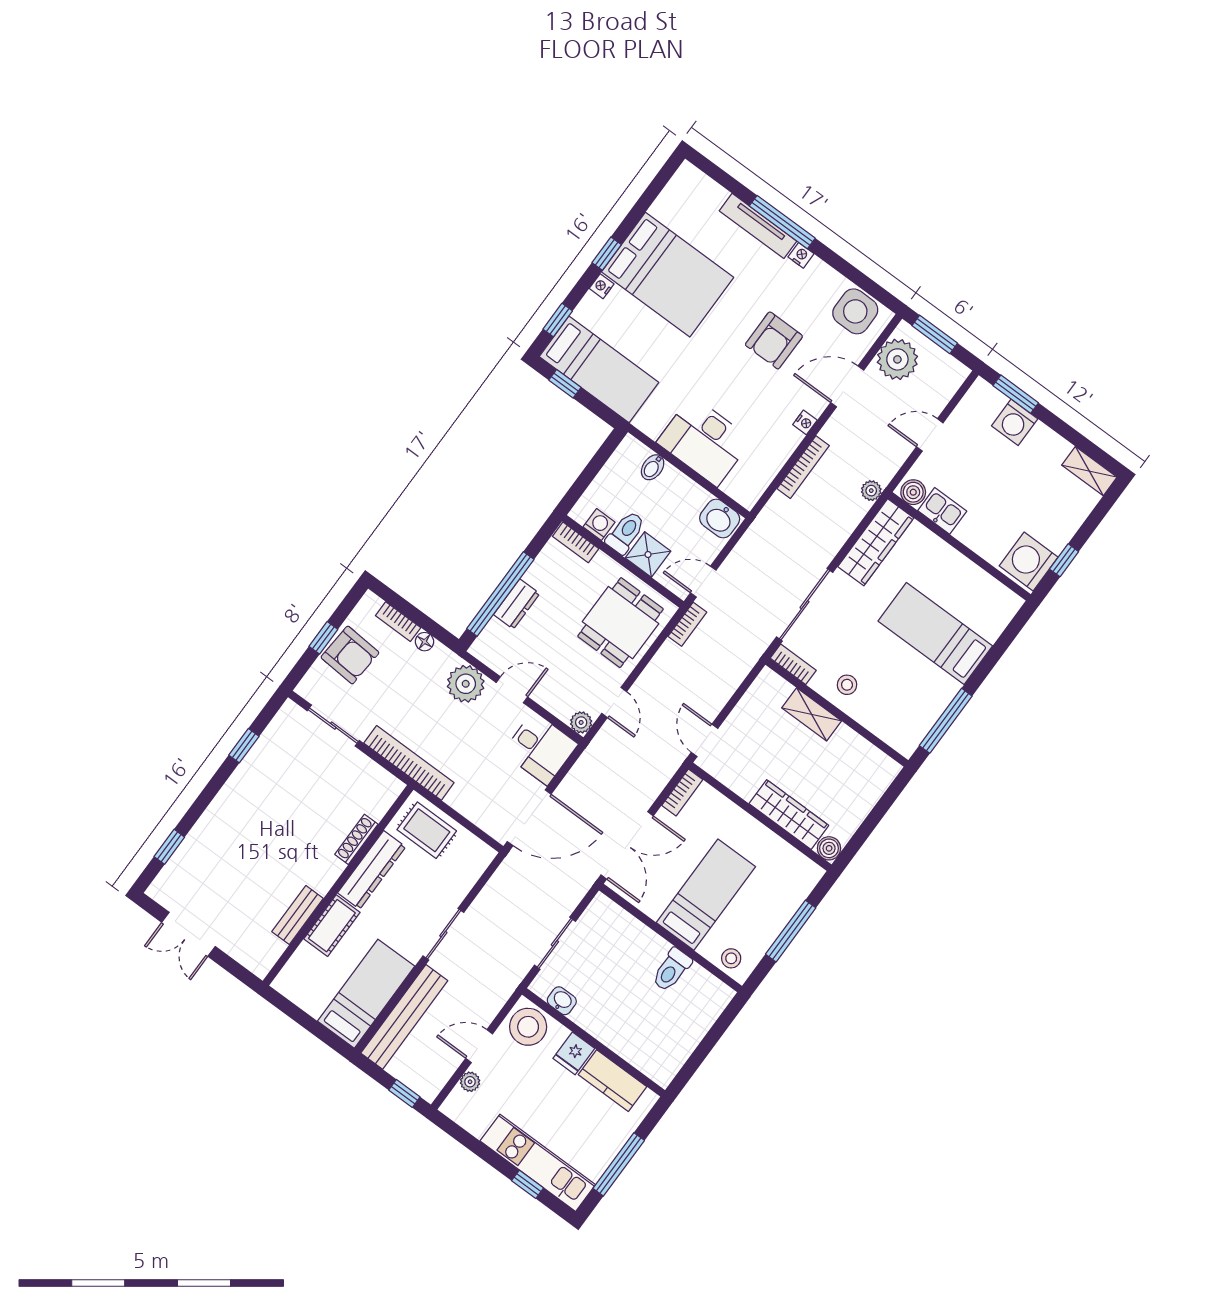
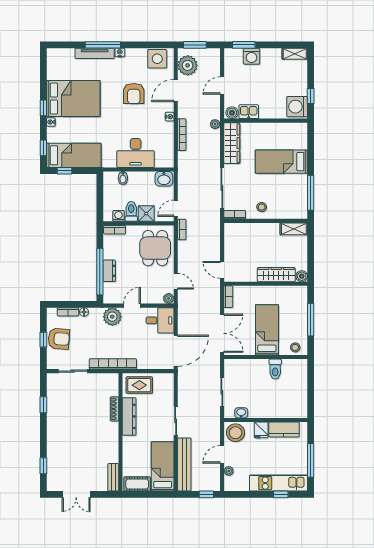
shelving: (812, 714) -> (294, 229), moved
bench: (298, 915) -> (113, 477), moved
cot: (332, 926) -> (137, 484), moved, turned 90

